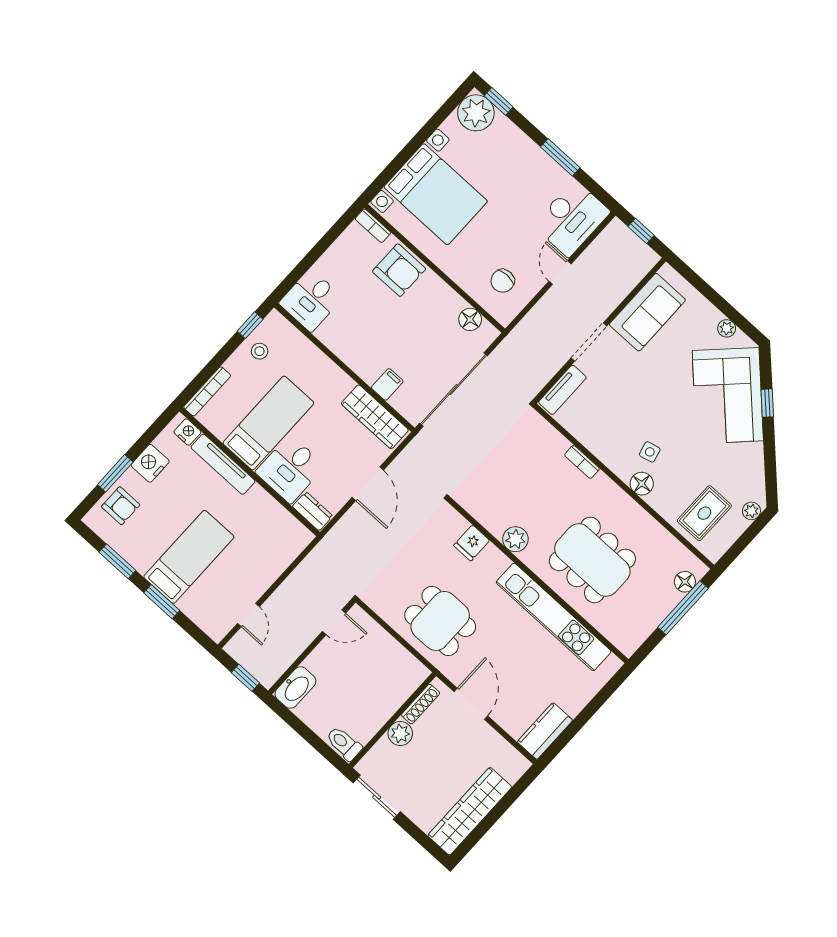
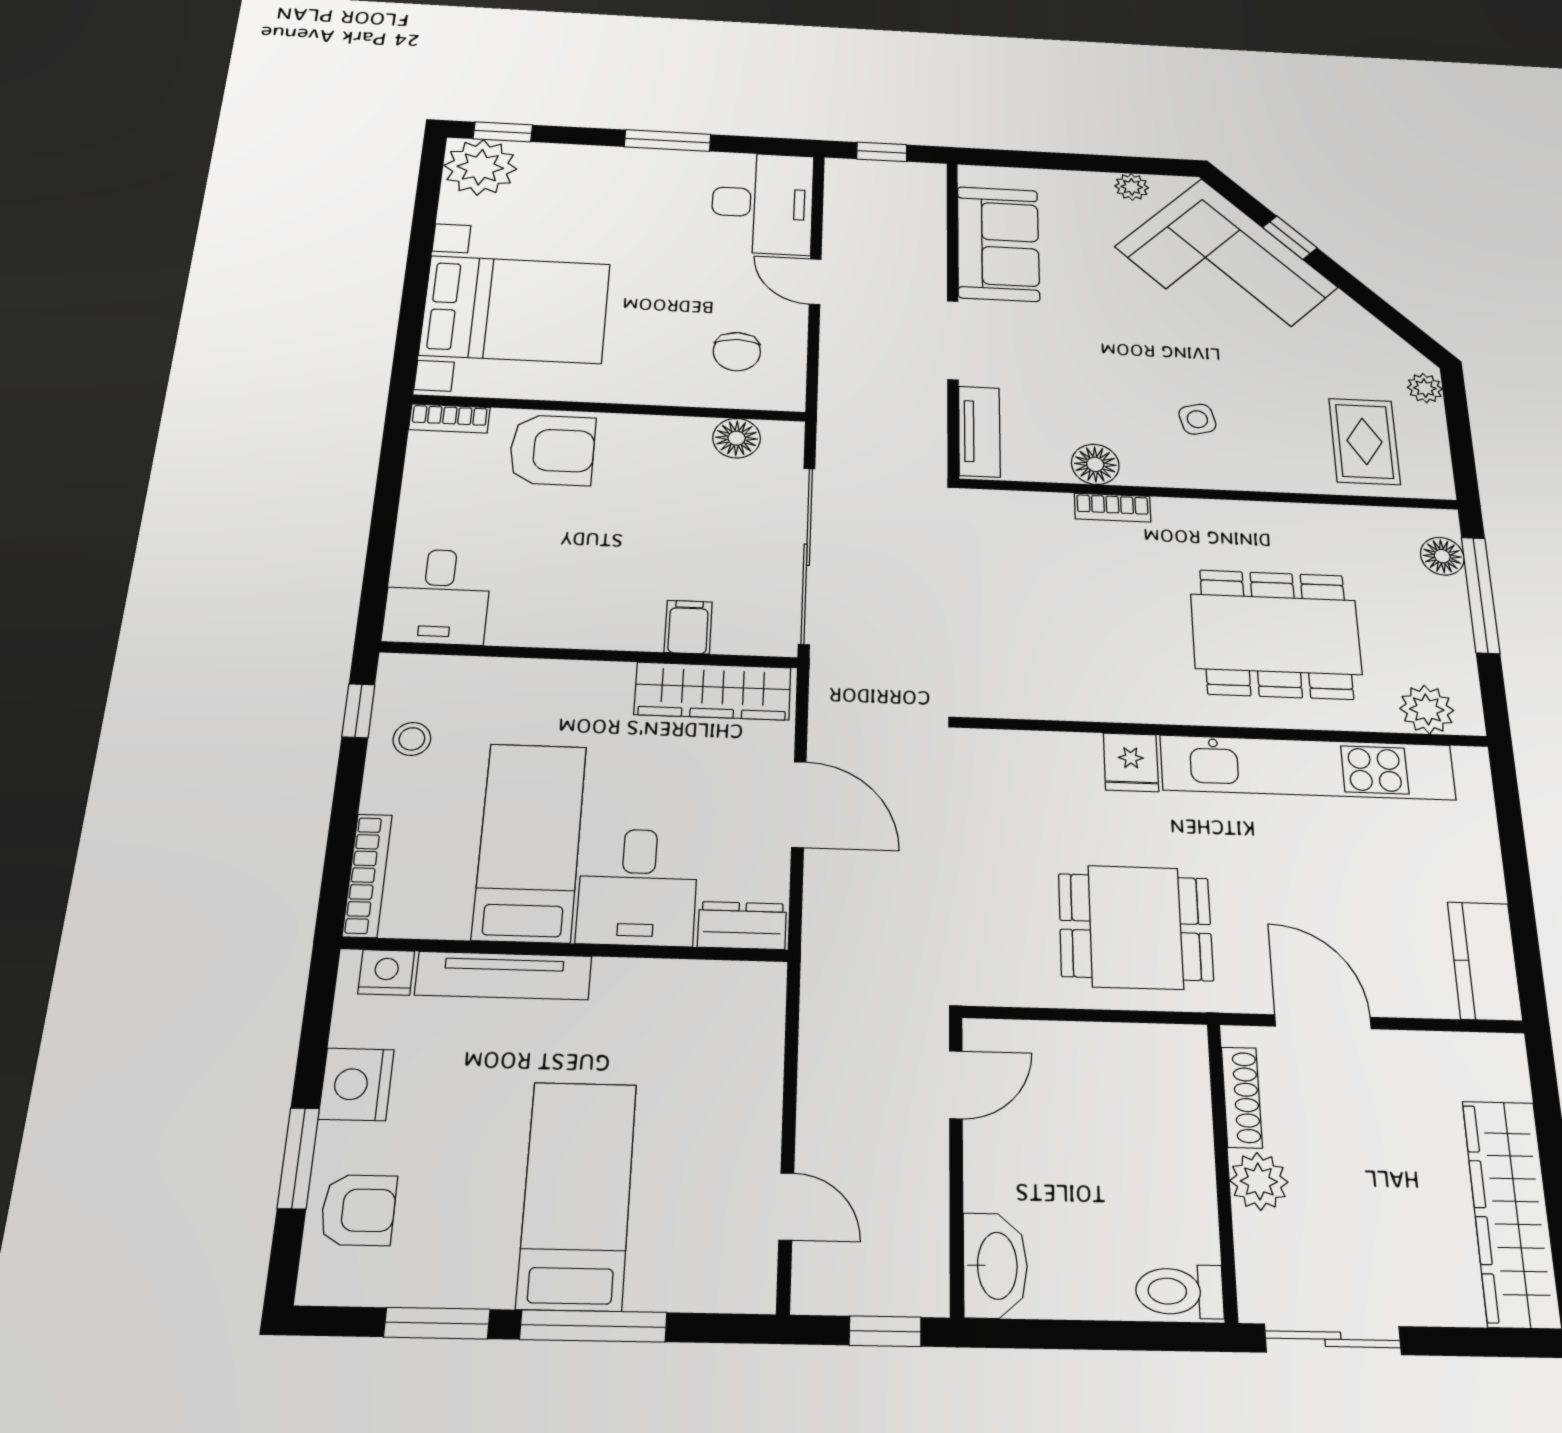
floor lamp: (642, 484) -> (1095, 464), moved
plant: (515, 539) -> (1427, 709), moved
fridge: (472, 543) -> (1131, 762), moved
window: (162, 602) -> (594, 1326), width x1.44

